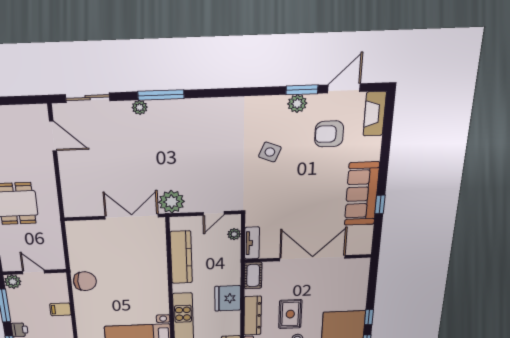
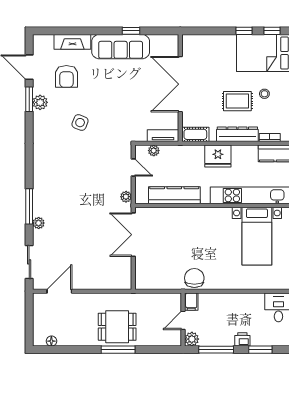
fireplace: (375, 114) -> (72, 42), moved
plant: (172, 202) -> (126, 197), width x0.53, depth x0.53
filing cabinet: (60, 309) -> (191, 302), moved

